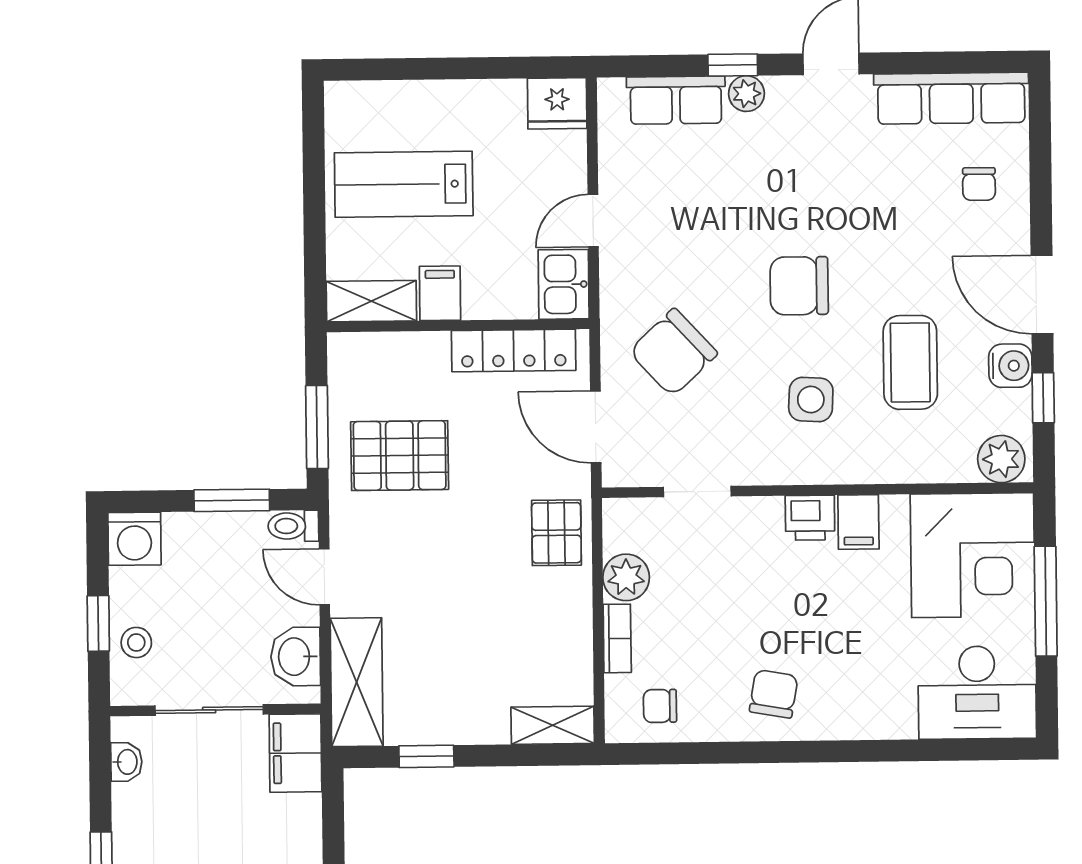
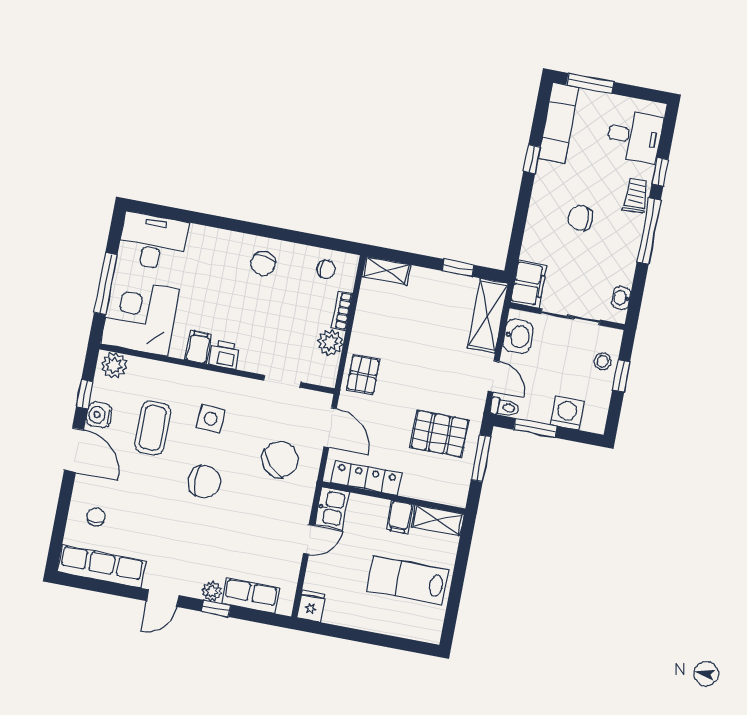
fridge: (557, 103) -> (311, 606), width x0.72
lab bench: (404, 184) -> (407, 580), turned 180
washing machine: (134, 539) -> (567, 413), moved

